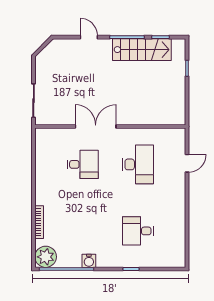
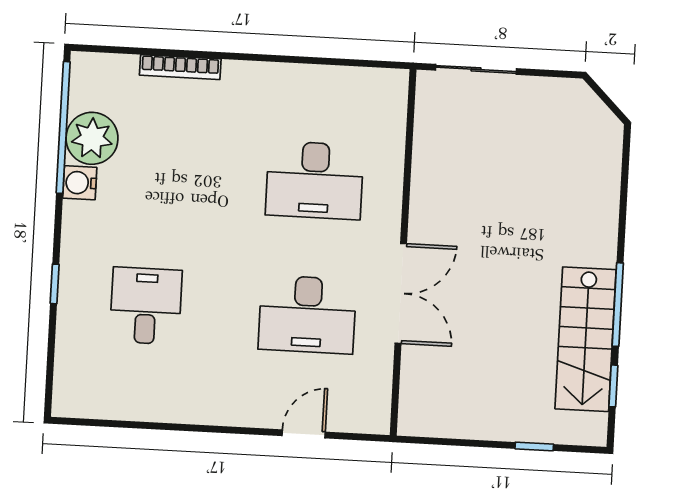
door: (89, 37) -> (623, 212), removed
double door: (96, 126) -> (401, 293), moved
door: (187, 163) -> (304, 434), swing flipped
desk: (83, 164) -> (315, 180), width x1.37
plant: (46, 257) -> (92, 138), moved

